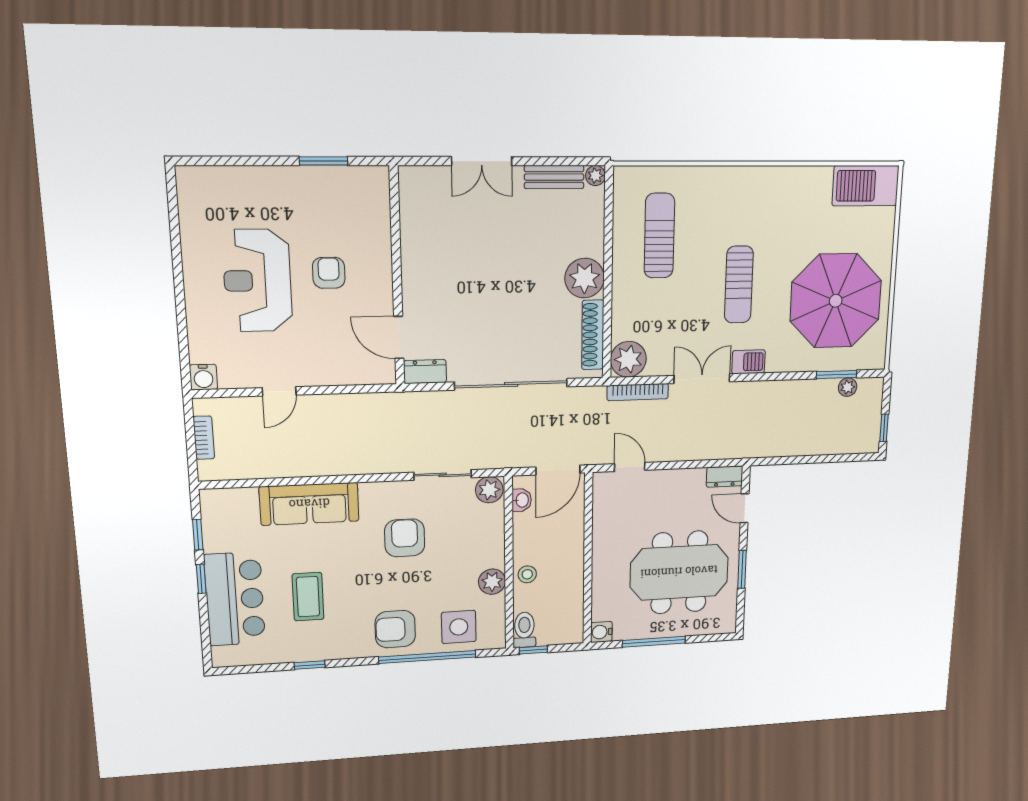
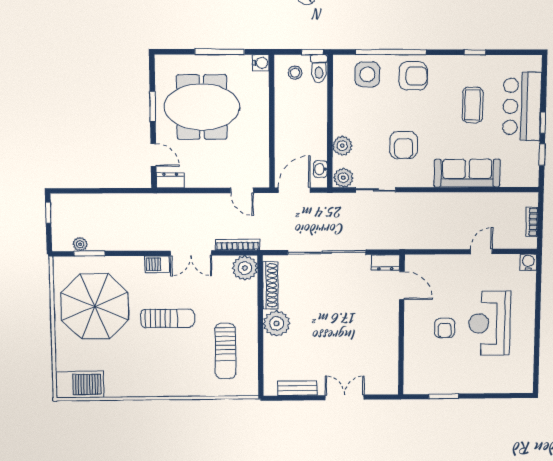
plant: (595, 176) -> (270, 389), removed
reception desk: (258, 281) -> (489, 323), turned 180
sun lounger: (739, 285) -> (167, 318), turned 90
stool: (527, 574) -> (295, 73), moved
plant: (492, 582) -> (342, 146), moved

